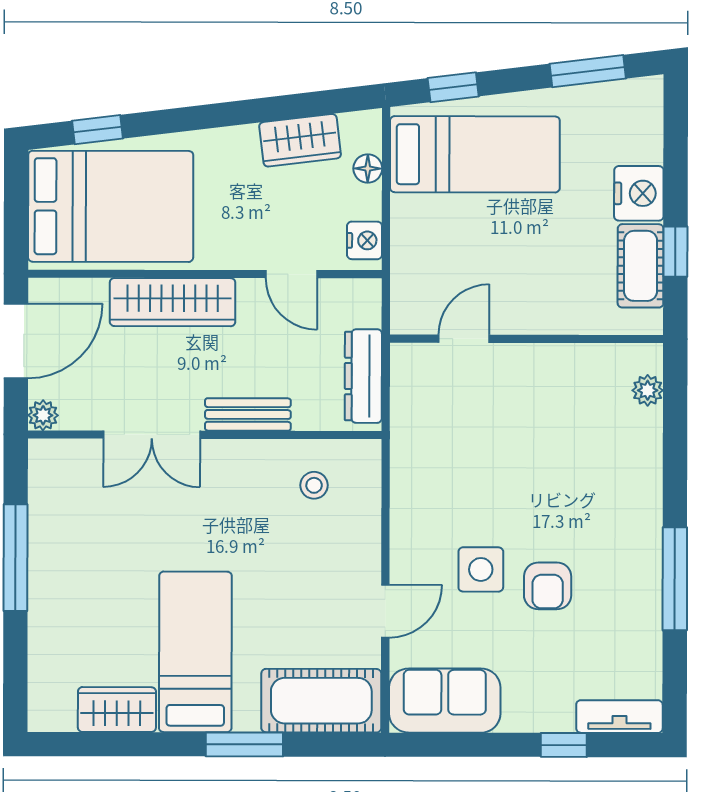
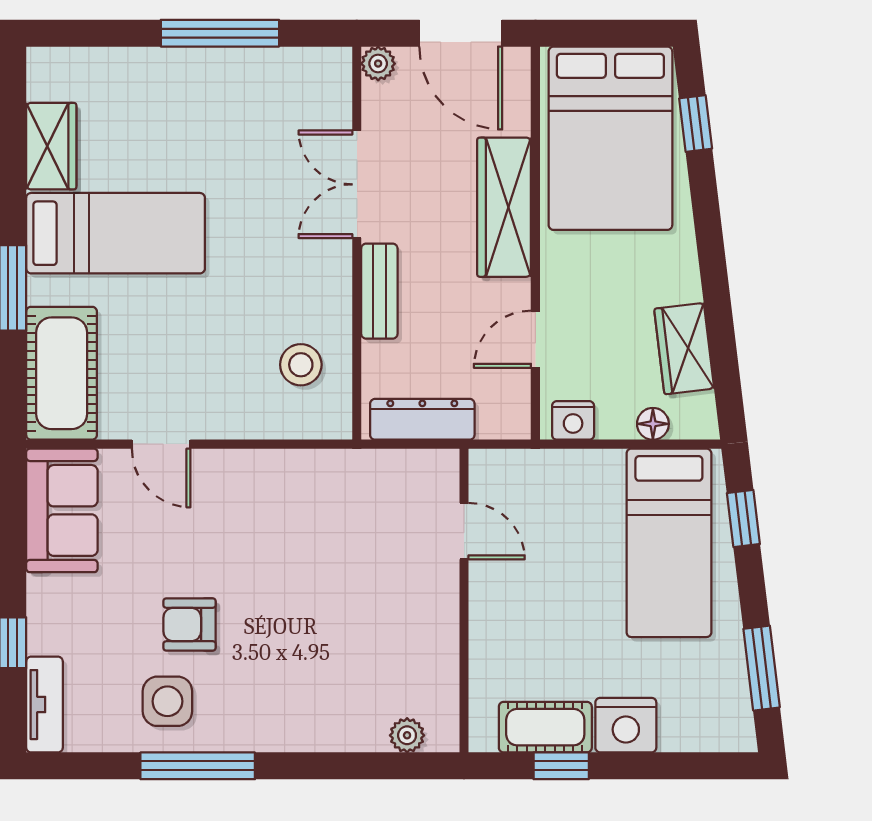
stool: (314, 485) -> (301, 365), width x1.37, depth x1.37
side table: (481, 569) -> (167, 701), moved

